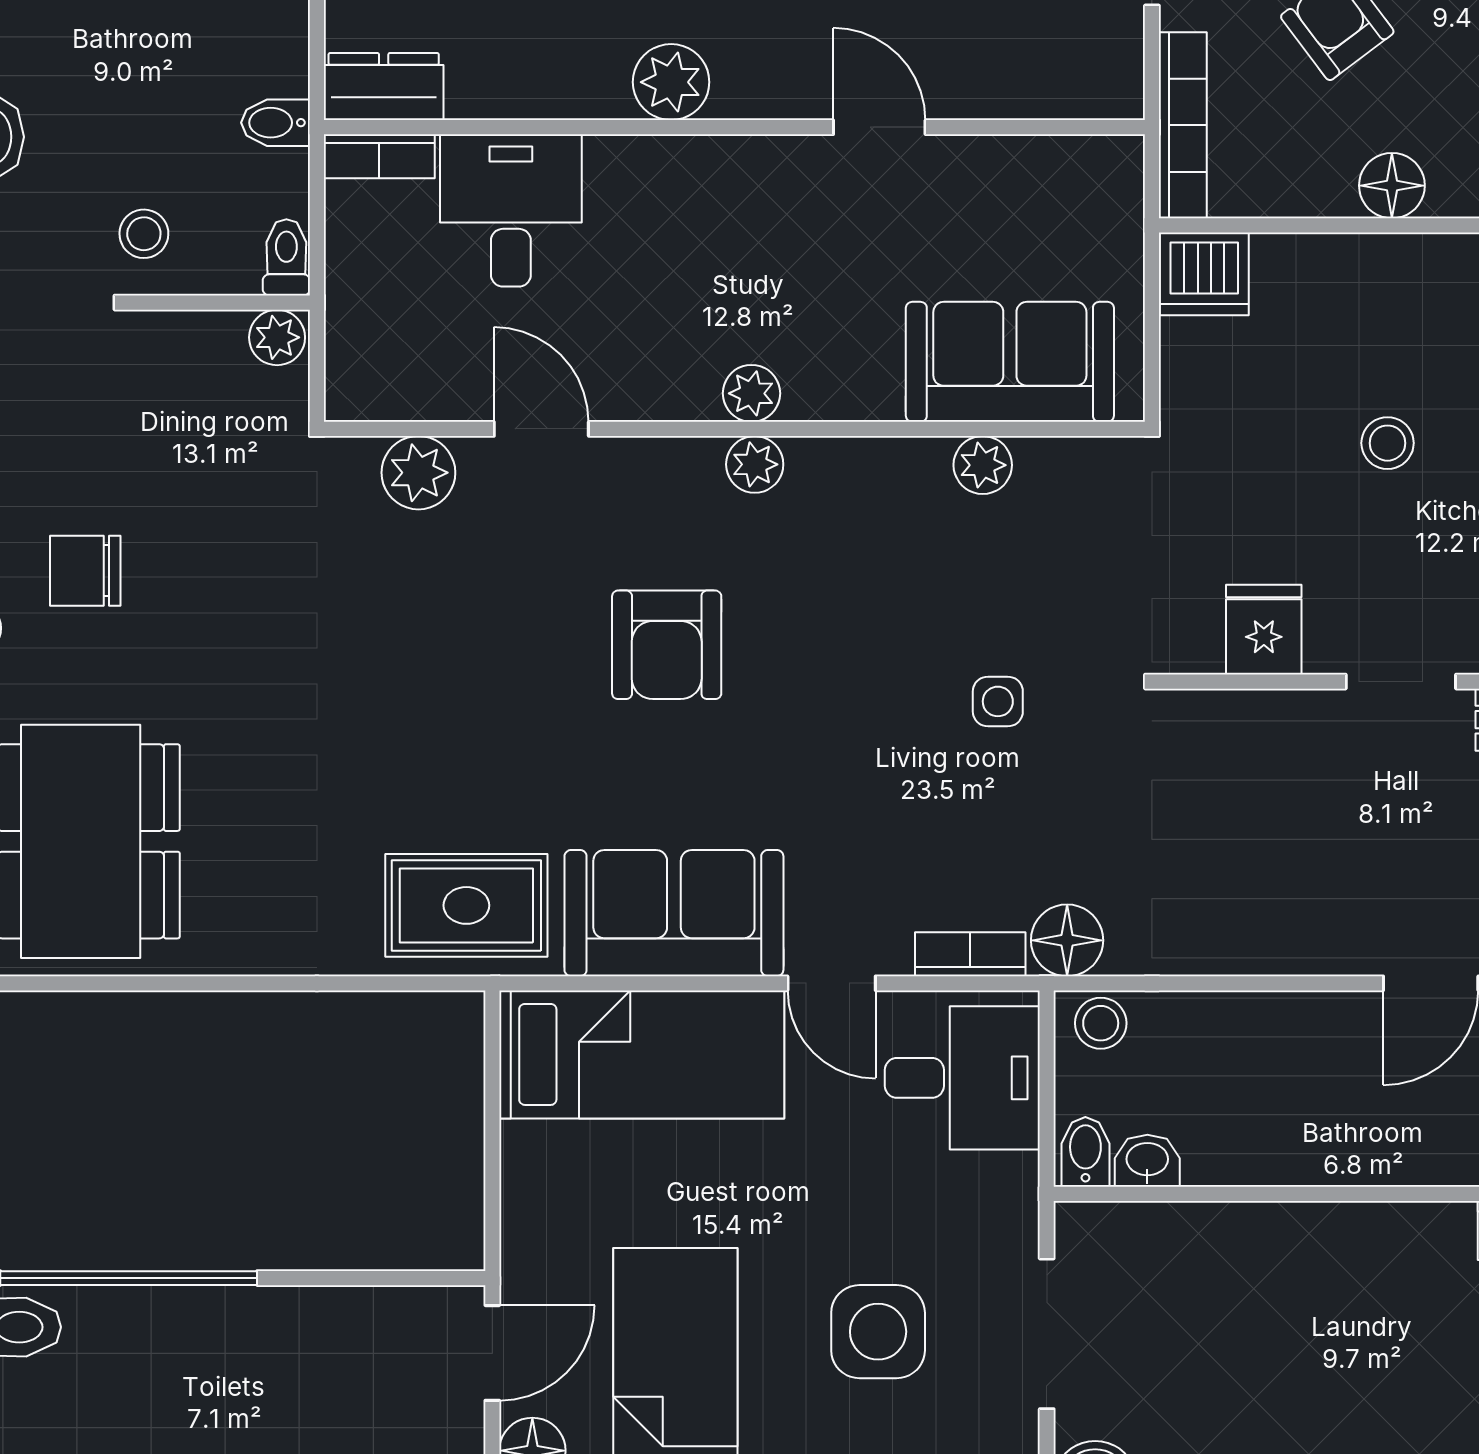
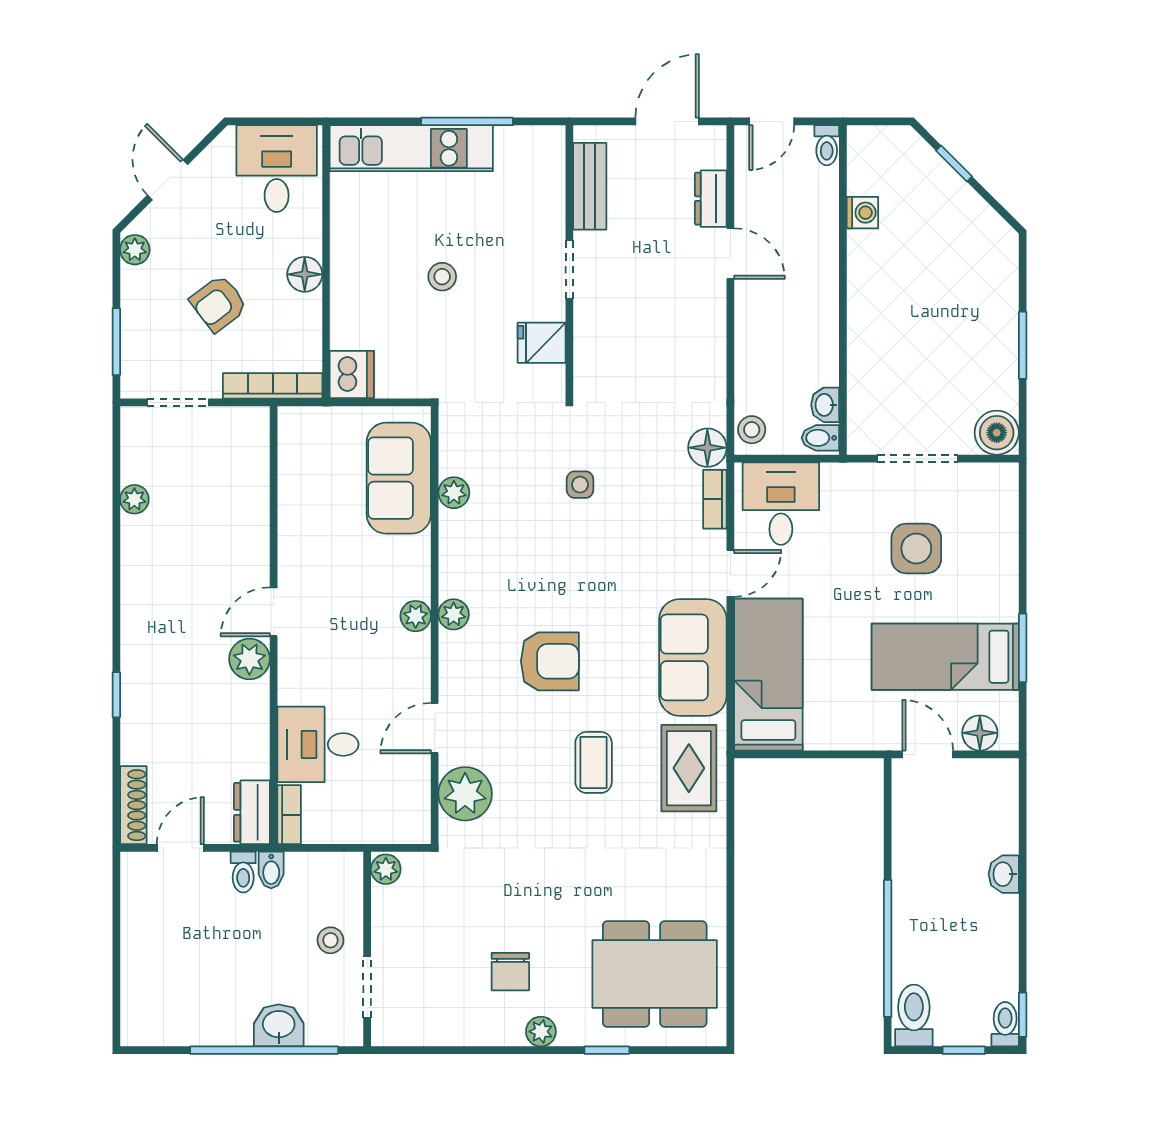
door: (879, 127) -> (274, 612), moved
toilet: (286, 257) -> (243, 872), moved, turned -90
plant: (418, 473) -> (465, 794), width x1.36, depth x1.36
coffee table: (477, 727) -> (594, 762), added

